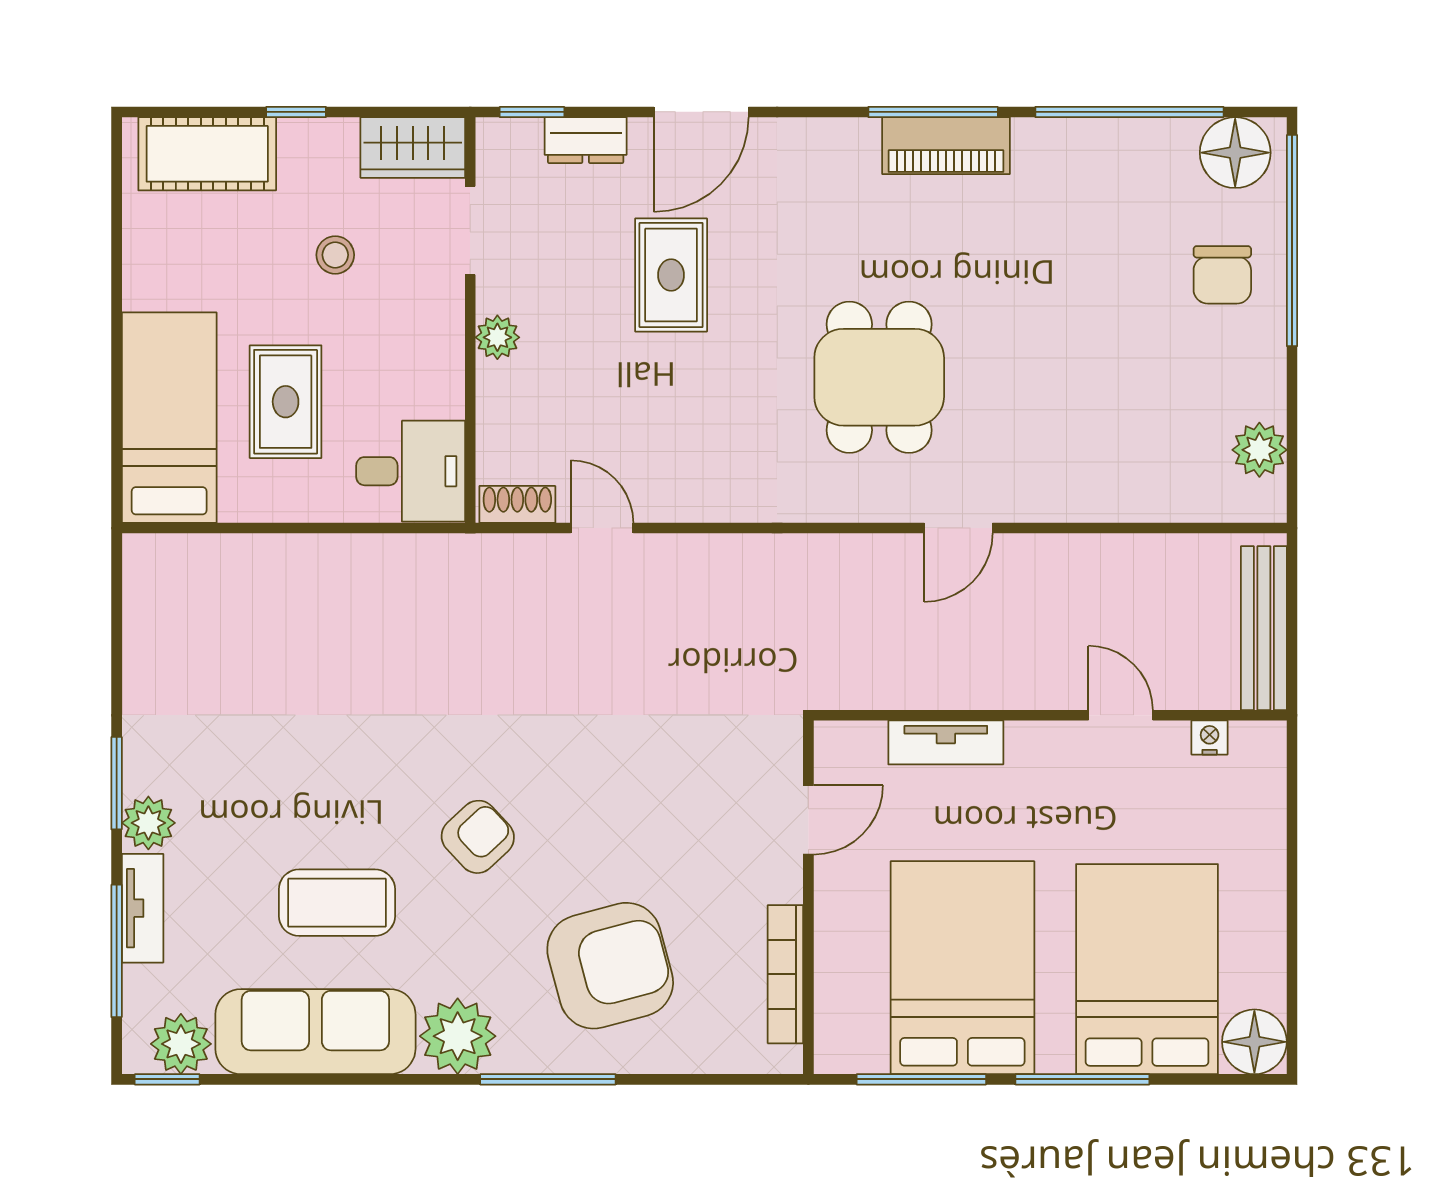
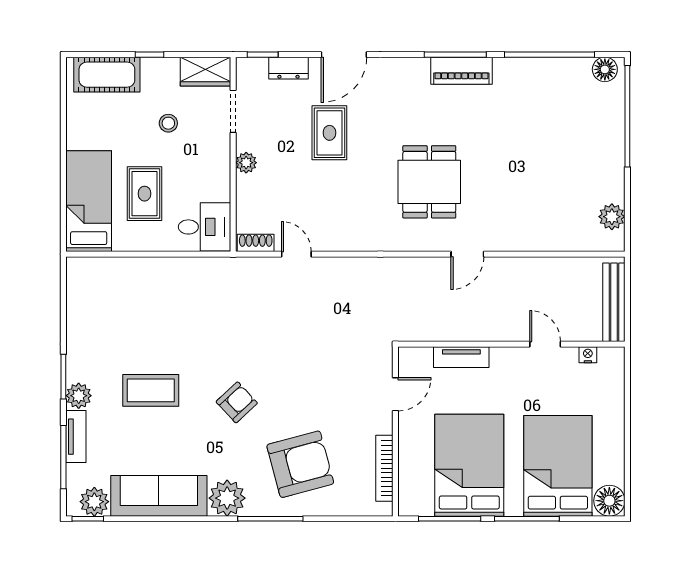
floor lamp: (1235, 153) -> (605, 69), width x0.73, depth x0.73
chair: (1222, 275) -> (594, 133), removed
coffee table: (337, 903) -> (151, 390), moved

